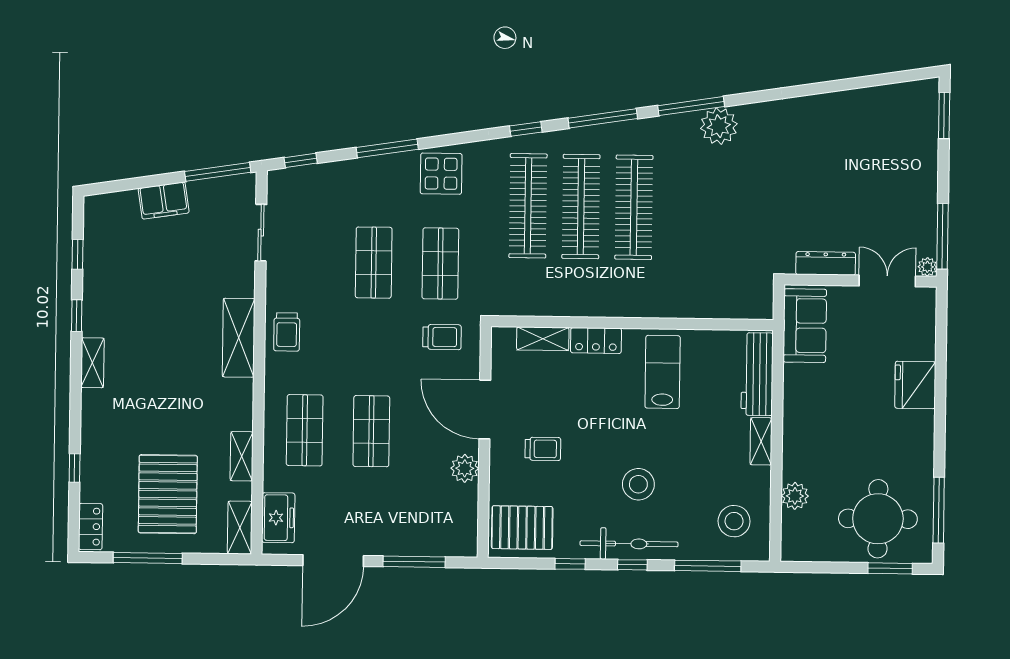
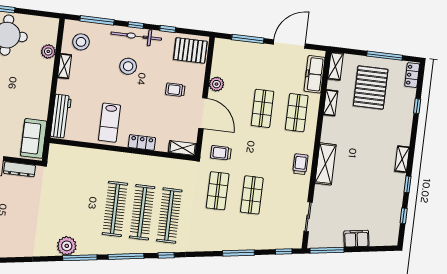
display table: (441, 174) -> (212, 237), removed
shelving: (543, 339) -> (182, 148), moved
shelving: (761, 441) -> (65, 66), moved
freezer: (278, 518) -> (315, 74), width x1.40

